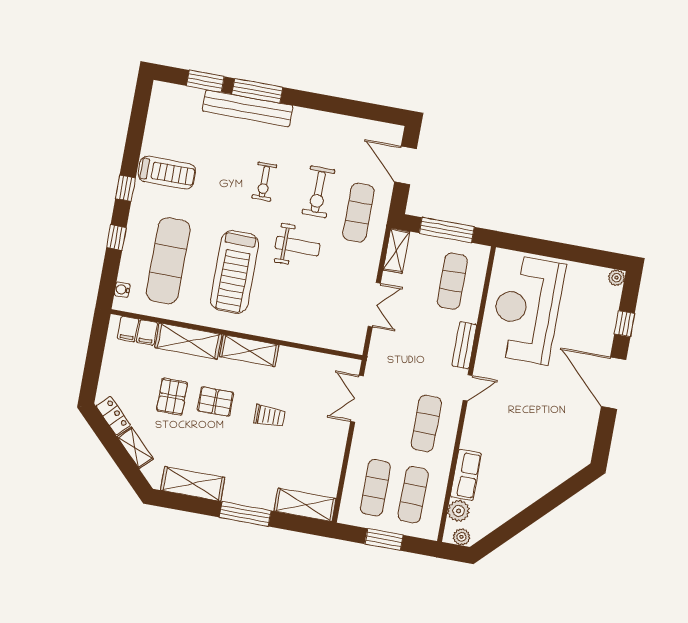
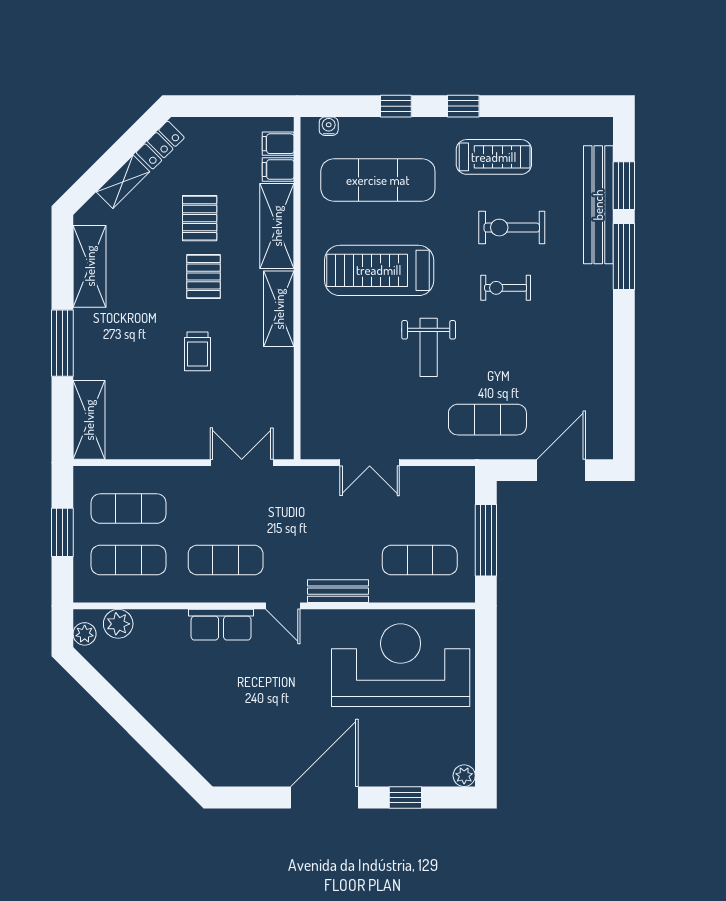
bench: (248, 108) -> (598, 205), moved
treadmill: (167, 173) -> (494, 157), turned -90
exercise bike: (318, 192) -> (512, 228), moved
shelving: (396, 251) -> (446, 479), removed
pallet: (172, 397) -> (200, 218), turned 90
row of seats: (466, 475) -> (221, 625), moved

